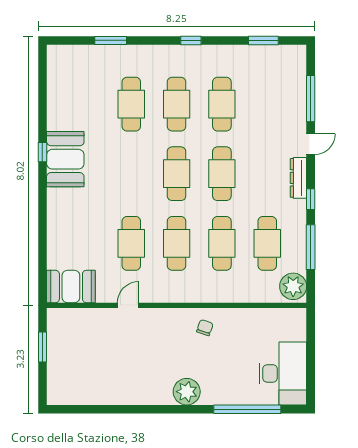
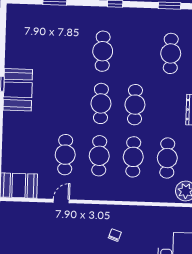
cafe table: (131, 104) -> (69, 50), removed
cafe table: (222, 104) -> (171, 53), moved
chair: (205, 328) -> (115, 235), moved

